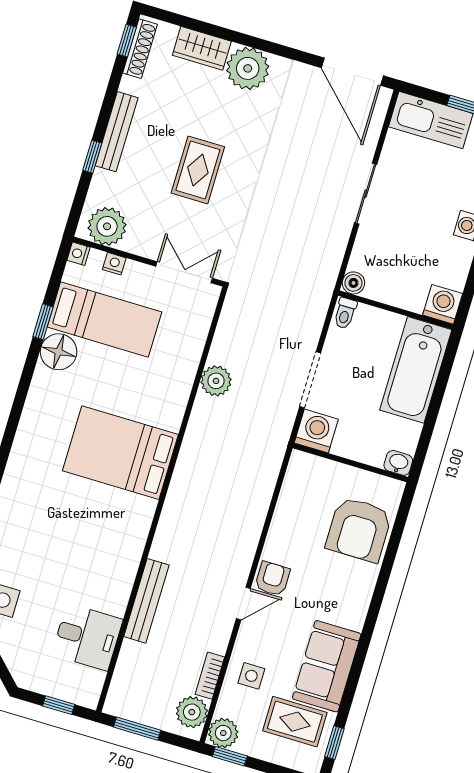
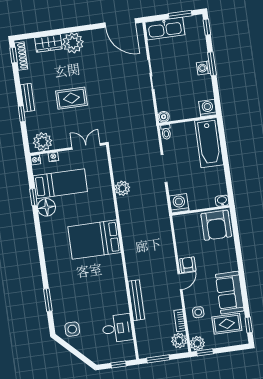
bench: (117, 132) -> (28, 98), width x0.73
rug: (198, 170) -> (71, 98), turned 90
washing machine: (316, 431) -> (179, 203), moved
wall: (350, 463) -> (201, 210), moved
washbasin: (398, 463) -> (222, 201), moved

